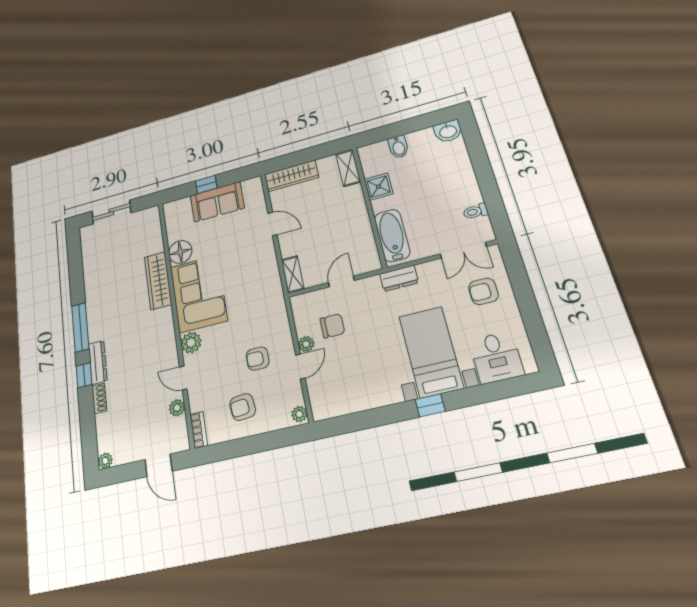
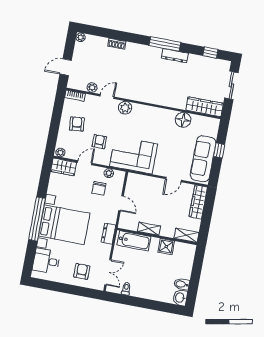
bidet: (398, 147) -> (182, 284), moved
sofa: (217, 202) -> (203, 159), width x1.36
double door: (463, 250) -> (108, 272), swing flipped
shelving: (293, 274) -> (149, 229), moved
wardrobe: (158, 281) -> (204, 107), moved
corner sofa: (199, 294) -> (134, 155), moved, turned 180
plant: (306, 344) -> (109, 173), moved
bed with nightstands: (431, 352) -> (64, 225), width x1.36
dresser: (98, 362) -> (175, 56), moved
door: (300, 367) -> (85, 163), swing flipped
window: (84, 375) -> (210, 53), moved
wardrobe: (321, 398) -> (64, 167), added
window: (430, 405) -> (37, 219), width x3.17

